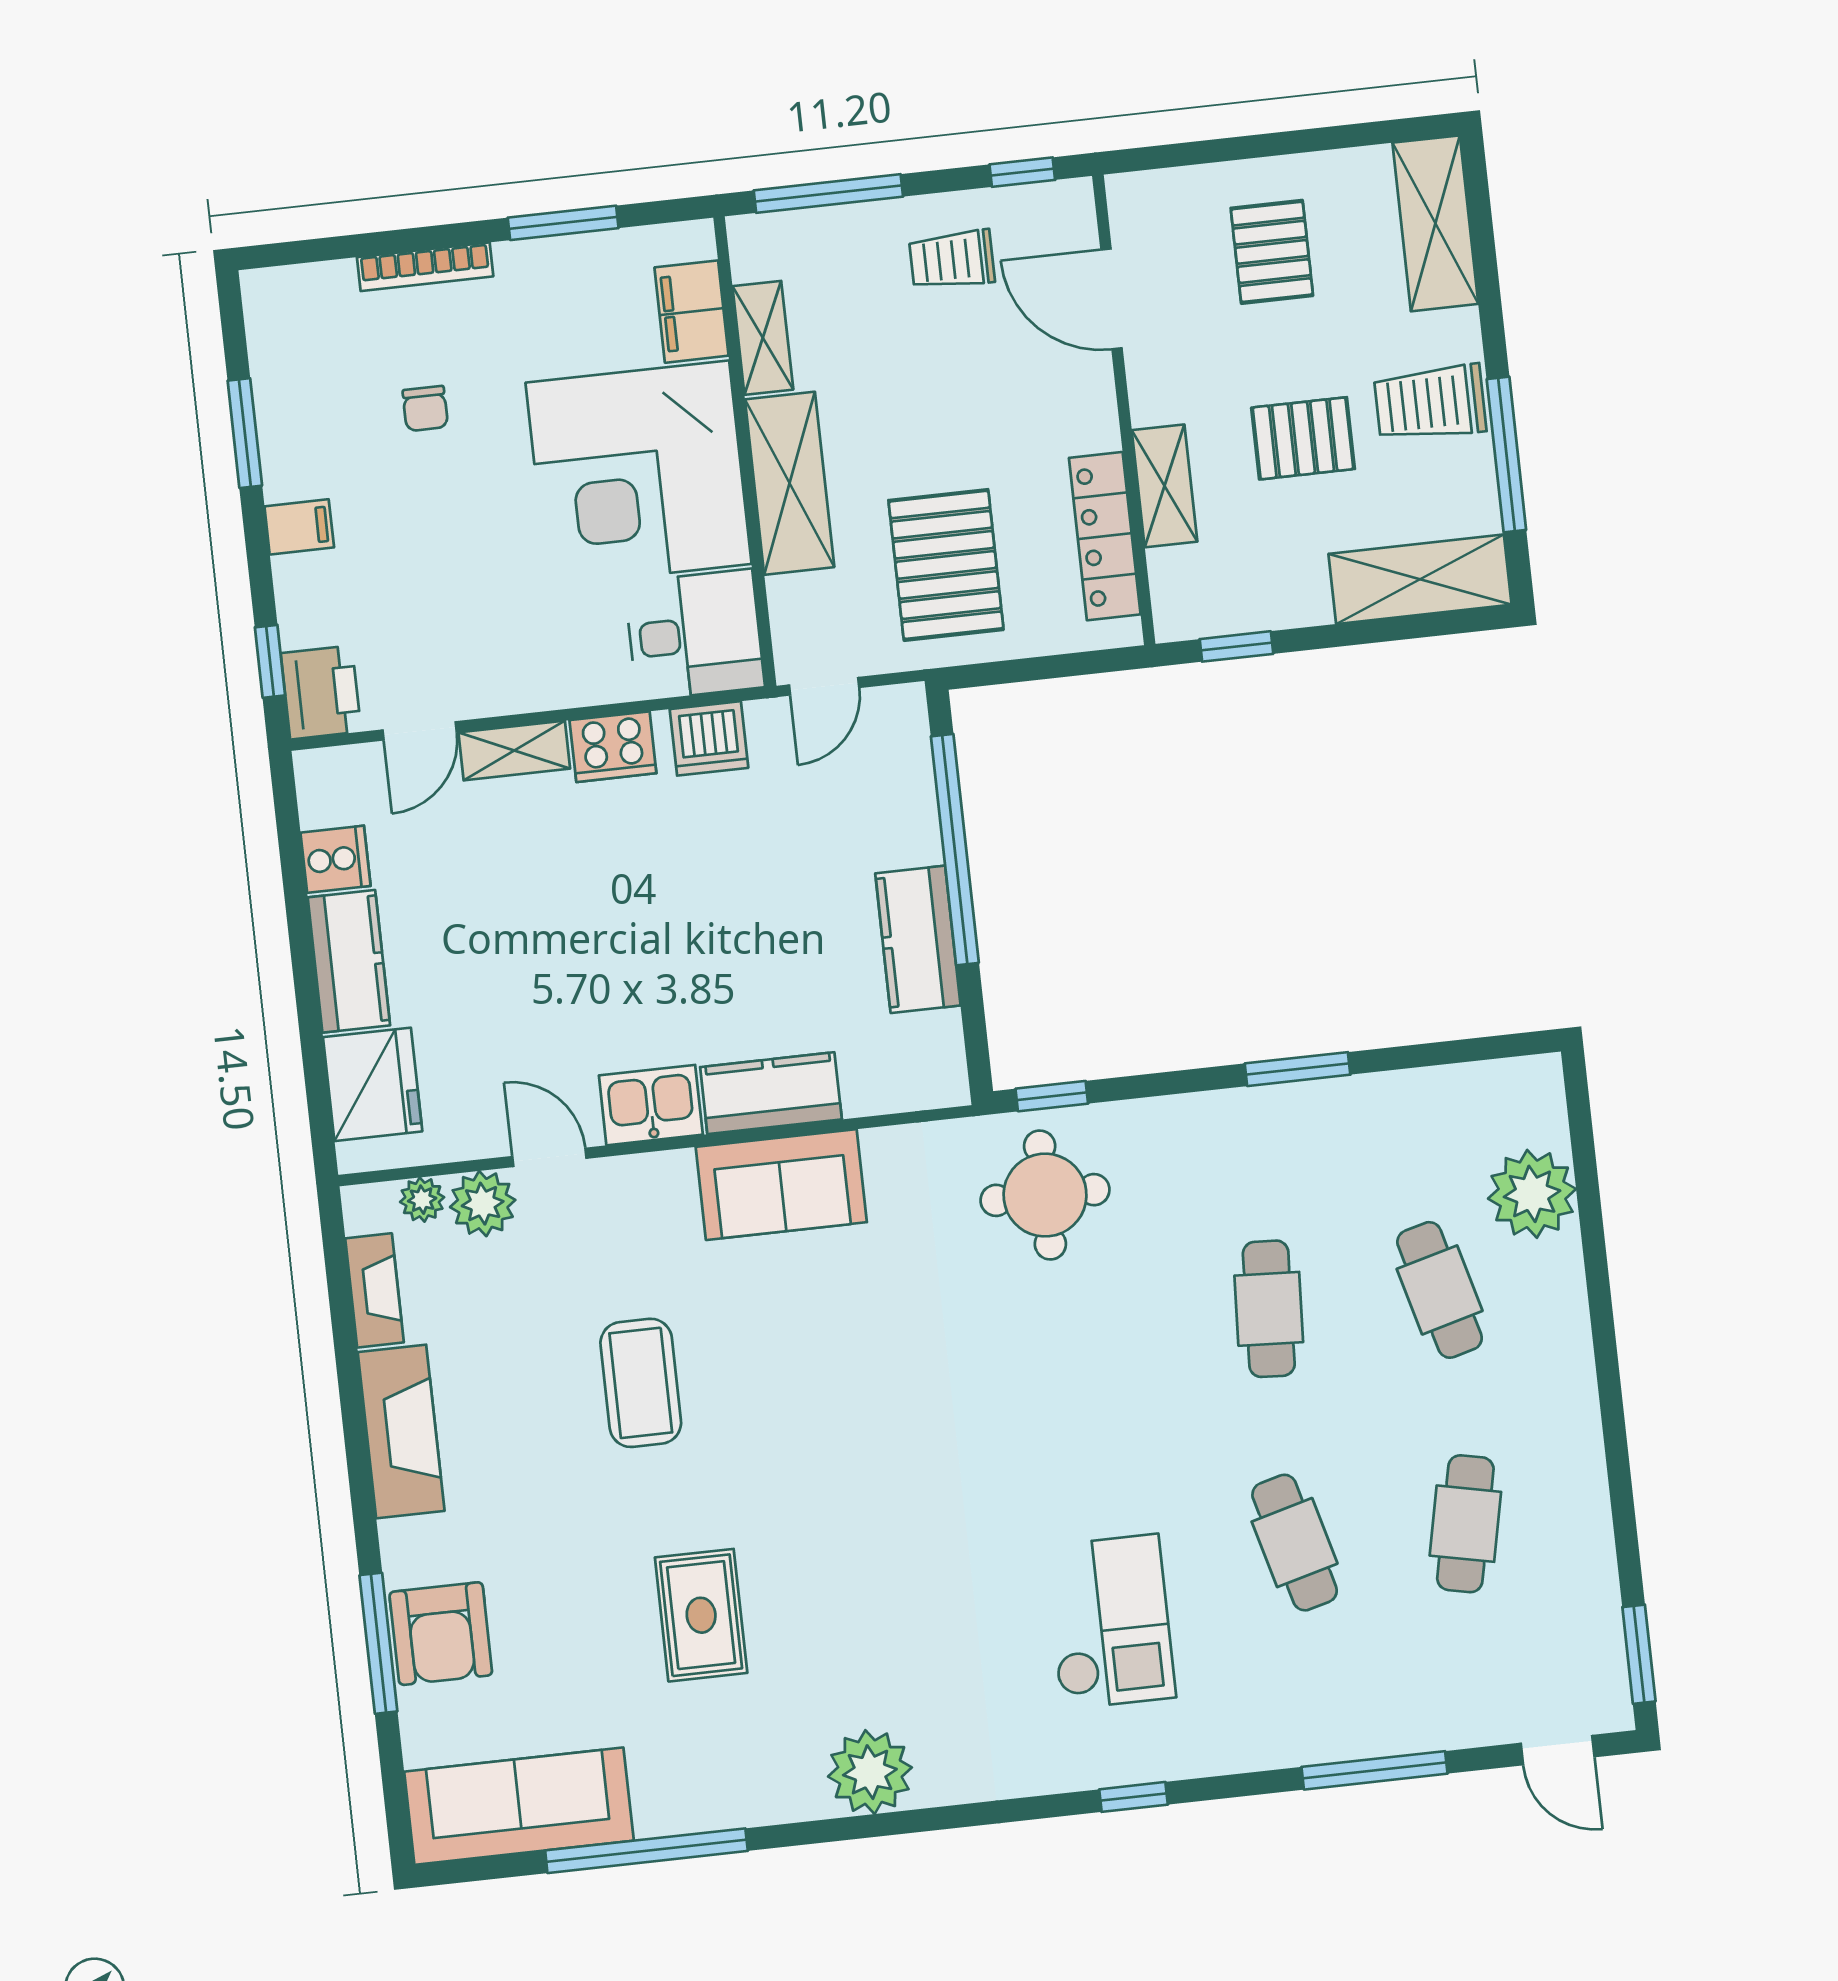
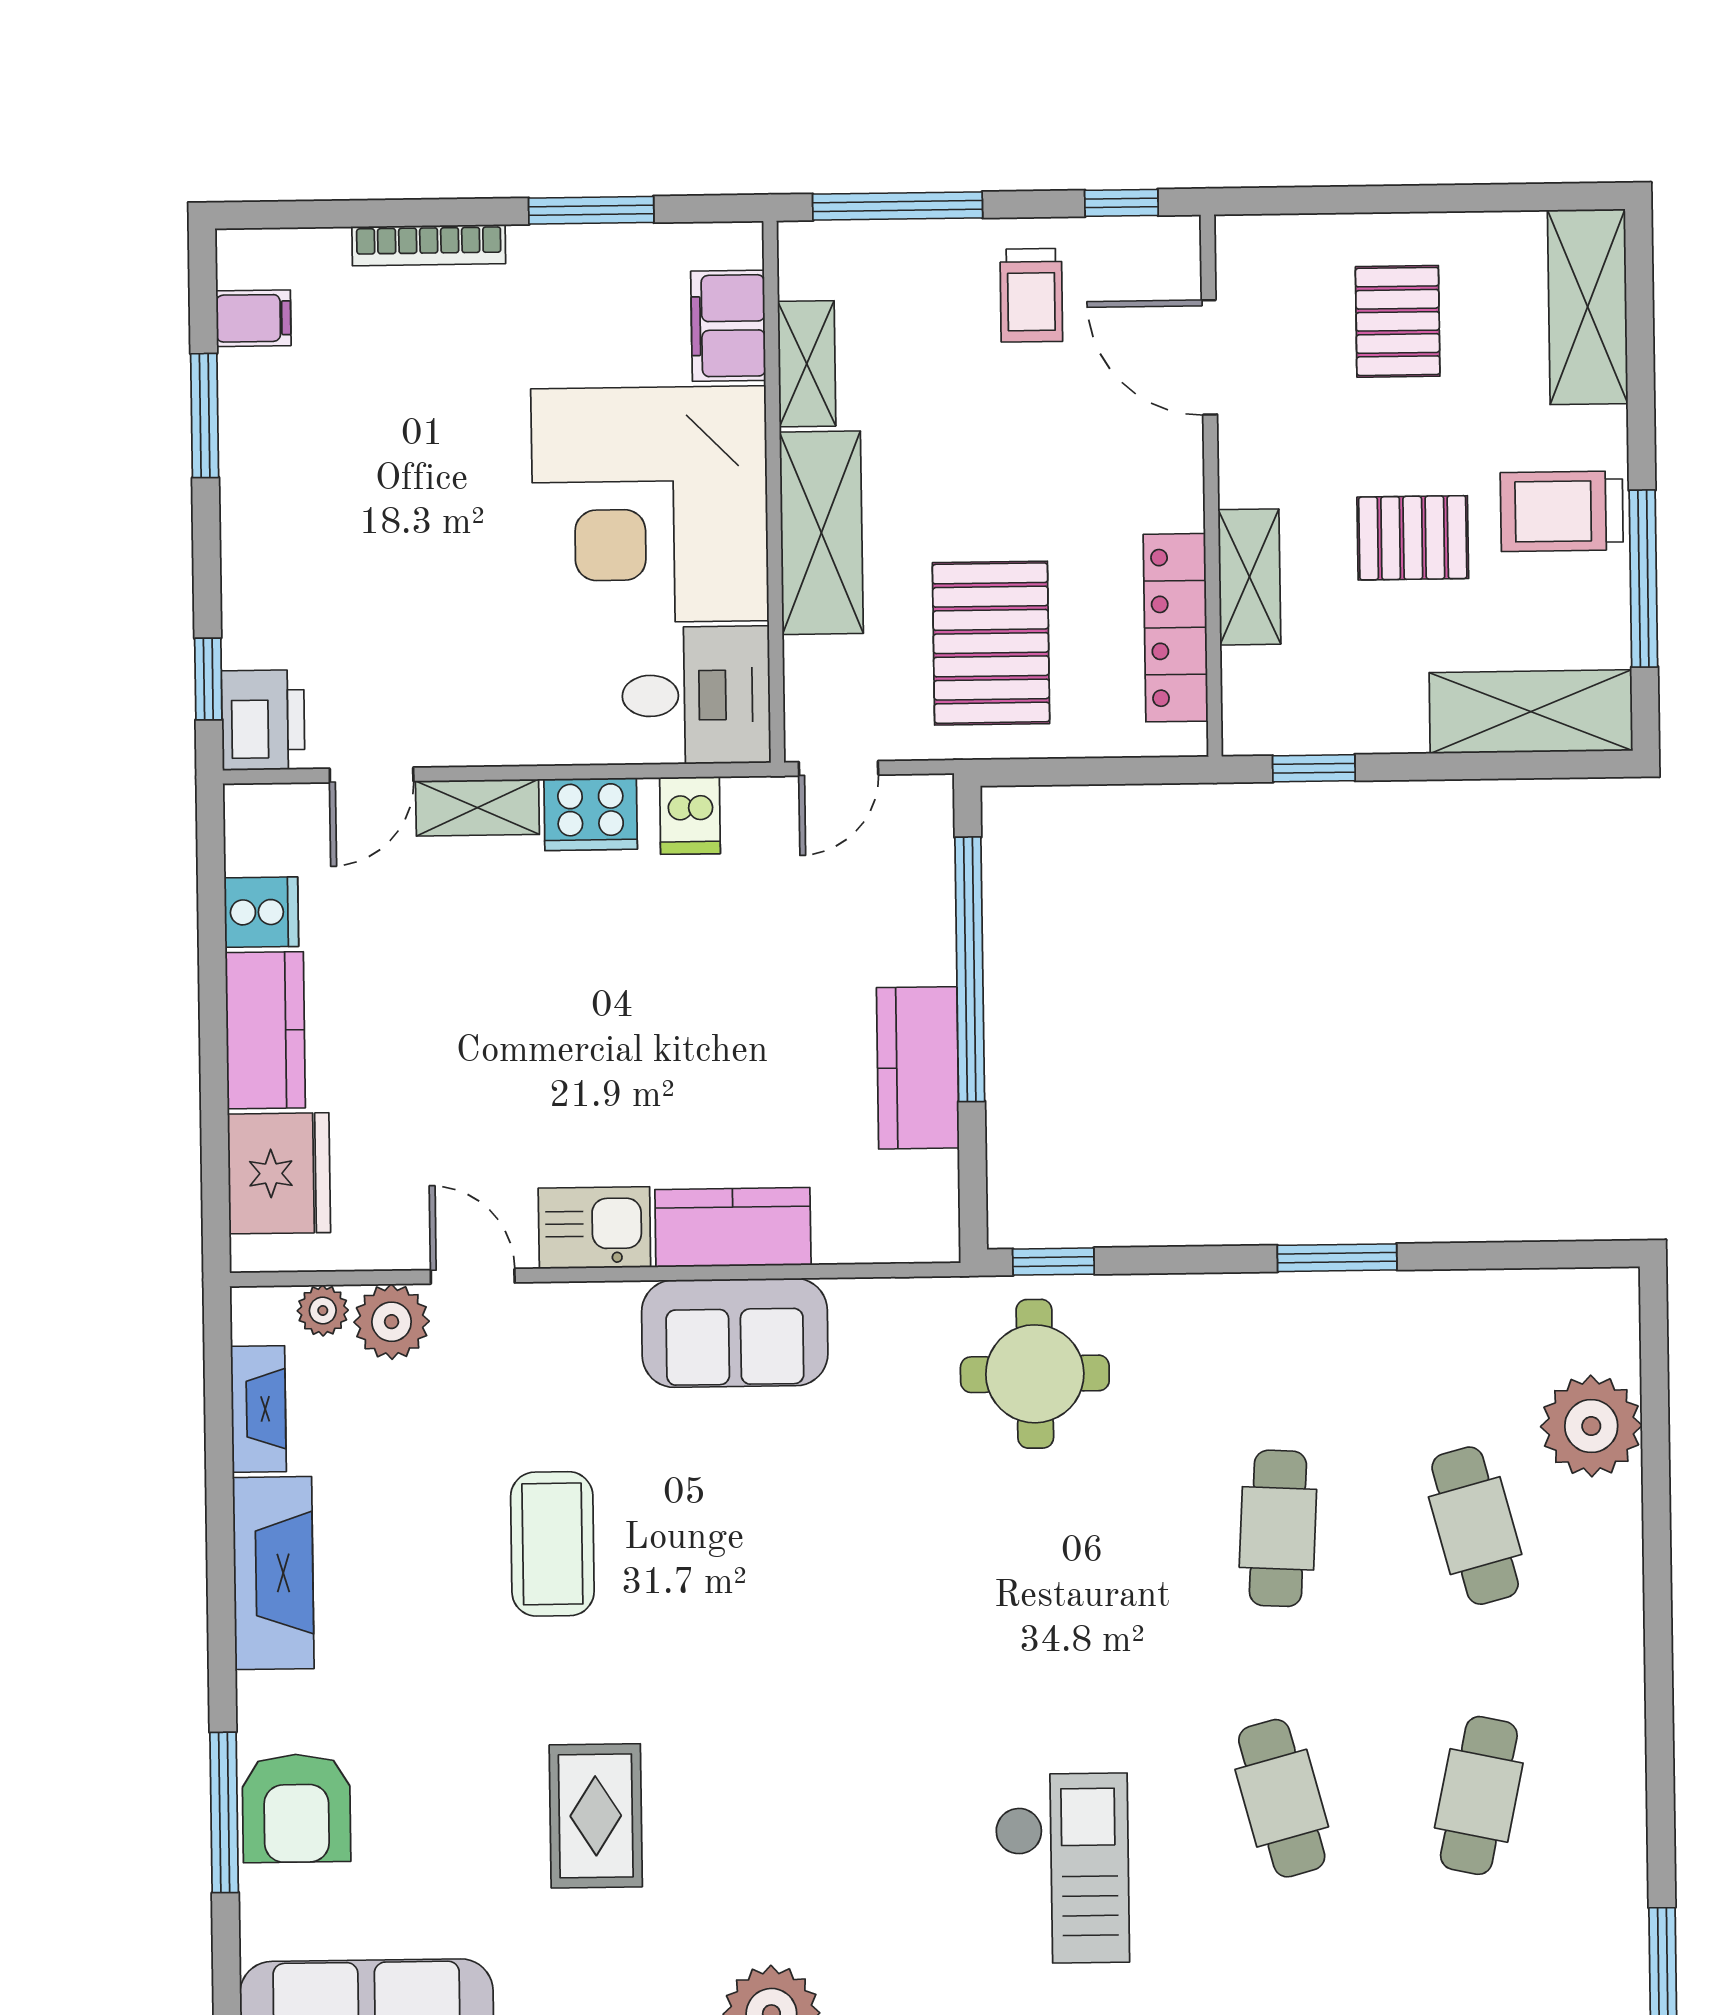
trolley: (952, 260) -> (1031, 295), turned -90
chair: (425, 408) -> (413, 407), removed
filing cabinet: (299, 527) -> (253, 318), moved
dishwasher: (709, 738) -> (690, 815), width x0.73

